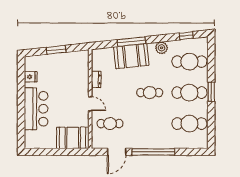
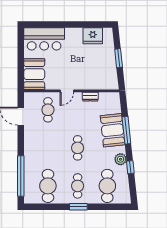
window: (186, 36) -> (130, 167), moved
fridge: (31, 77) -> (93, 36), width x1.88, depth x1.34
cafe table: (189, 93) -> (78, 186), width x0.73, depth x0.74
bar counter: (36, 109) -> (44, 39), moved
window: (153, 152) -> (21, 176), moved

